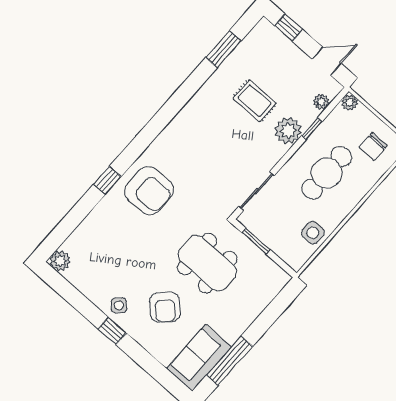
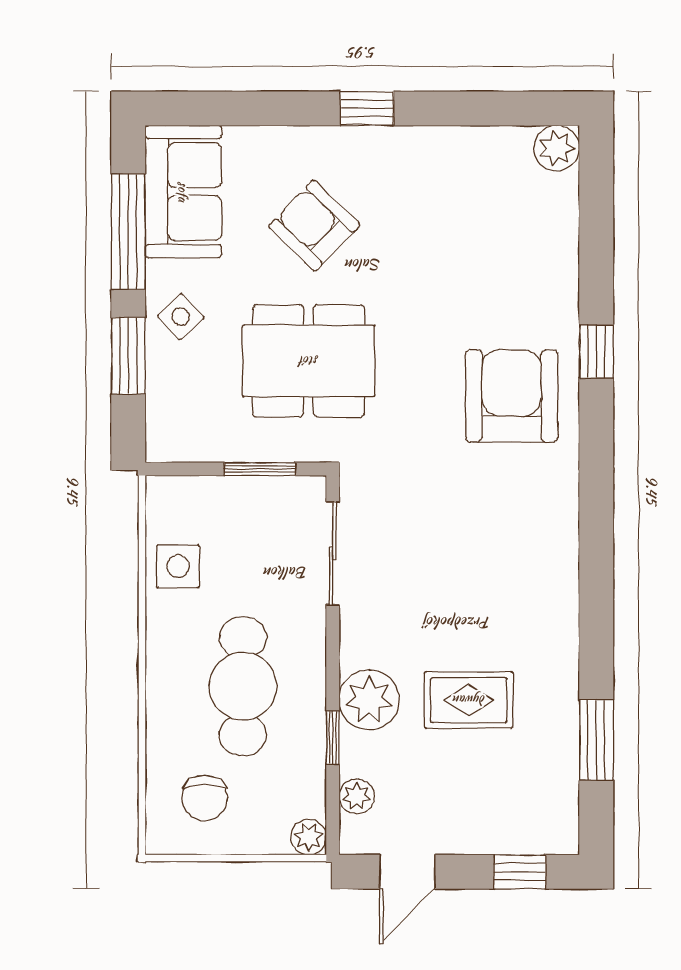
chair: (373, 147) -> (205, 798), turned 180
armchair: (149, 191) -> (512, 396), turned 90
side table: (119, 305) -> (181, 317), moved
window: (267, 319) -> (128, 356), added

